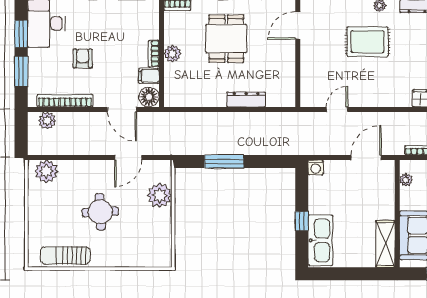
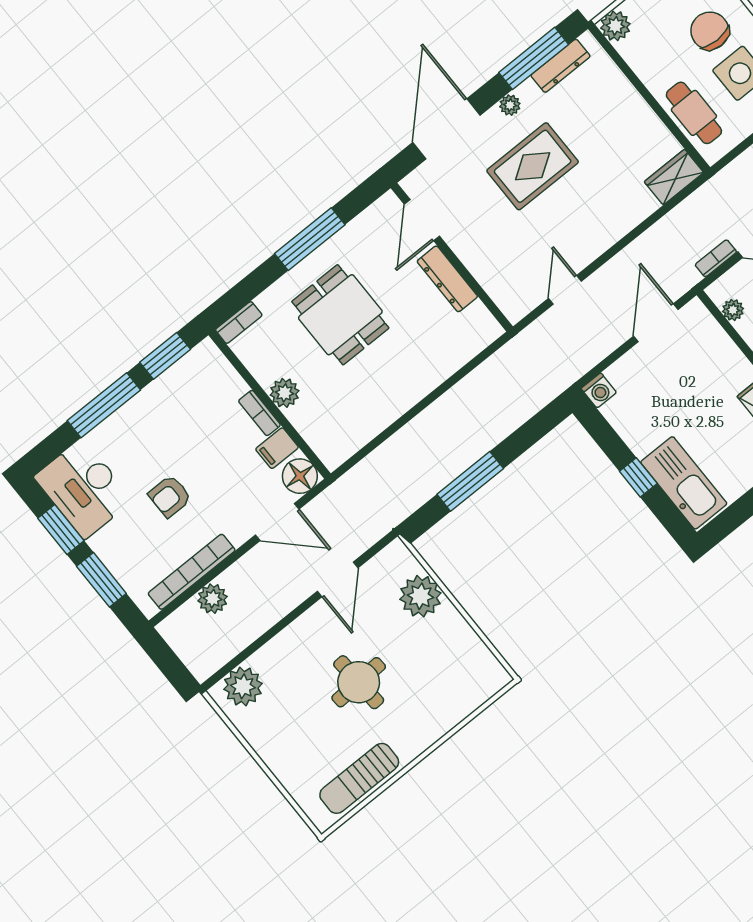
armchair: (83, 58) -> (170, 496), turned -90
dresser: (246, 99) -> (447, 279), moved, turned -90
plant: (47, 121) -> (213, 599), moved

